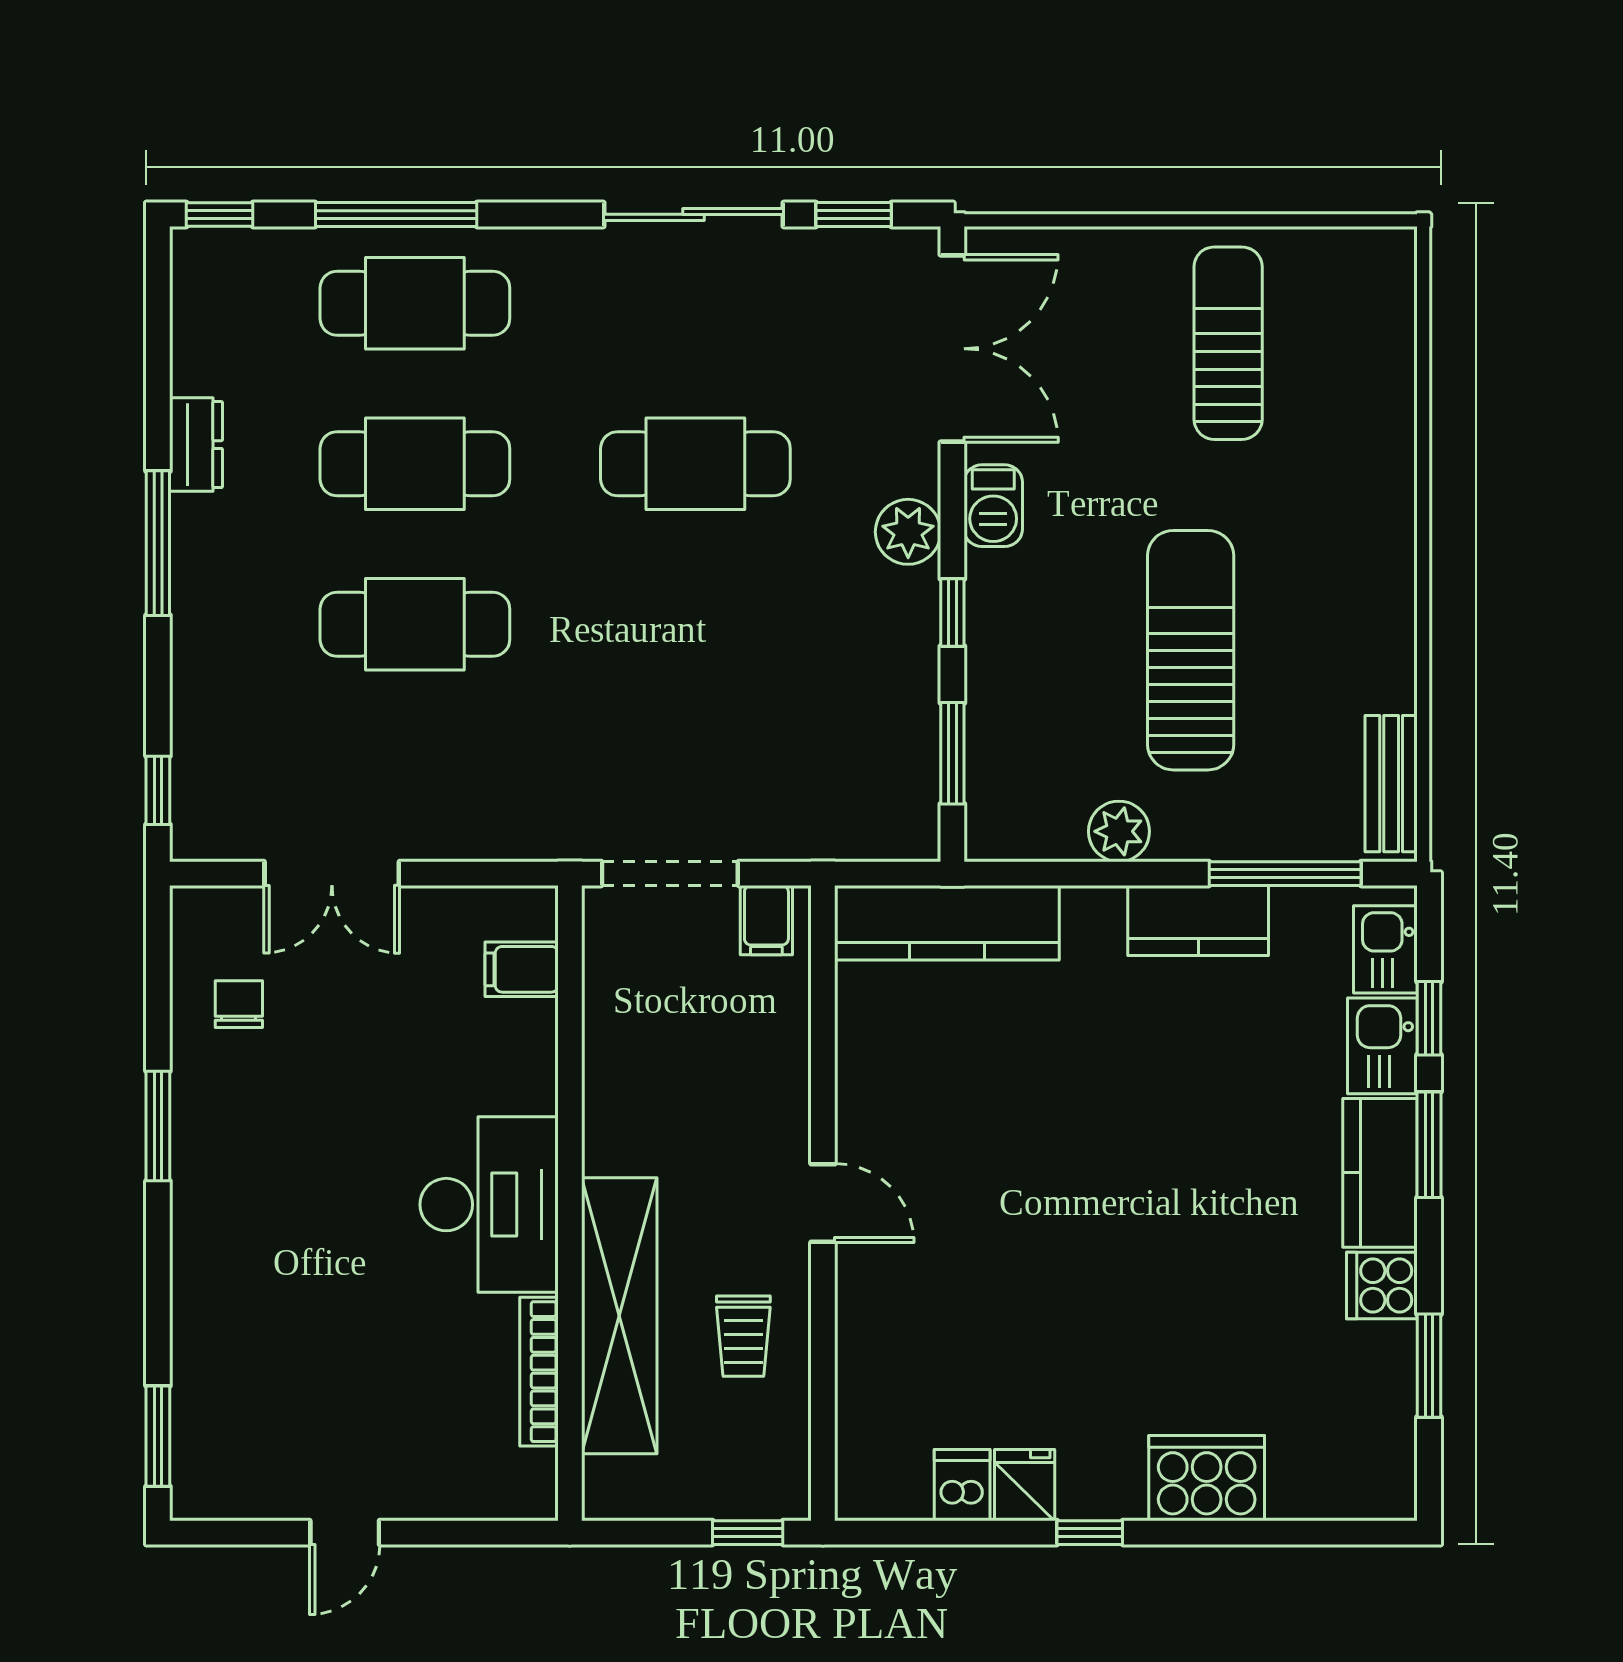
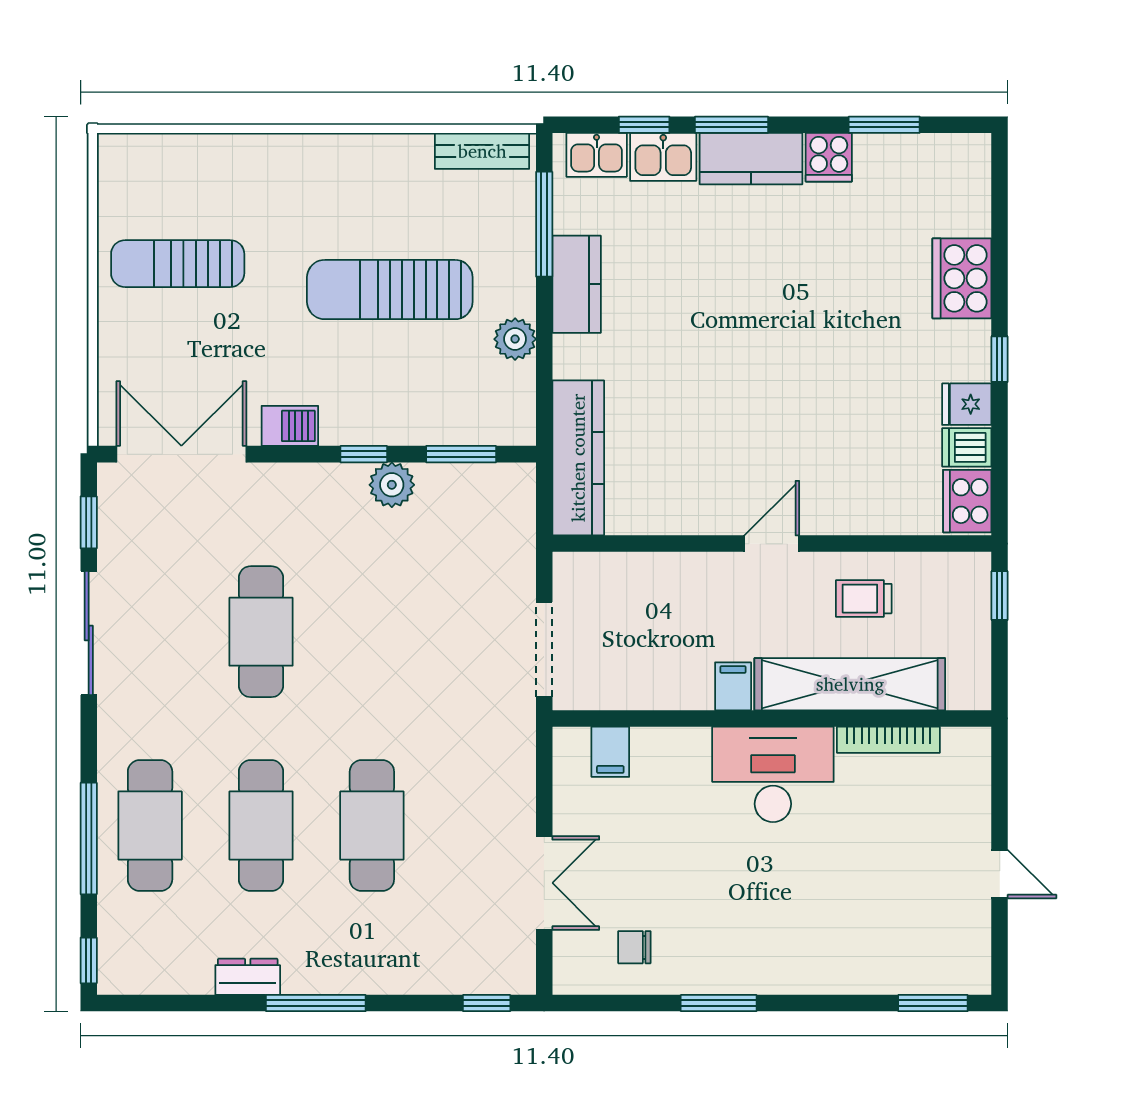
plant: (908, 532) -> (392, 485), moved
filing cabinet: (766, 920) -> (733, 686), moved, turned -90
trolley: (743, 1336) -> (864, 599), turned 180
cooker: (884, 1486) -> (967, 501), added

